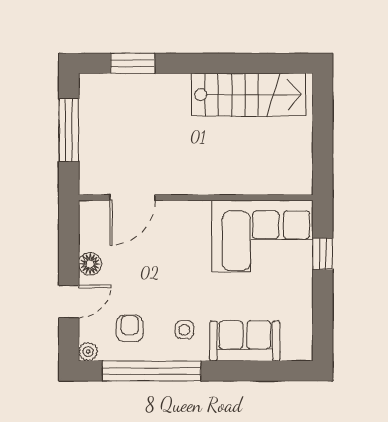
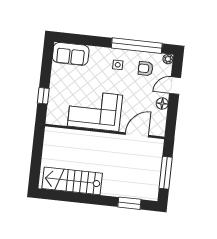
corner sofa: (262, 236) -> (95, 111), moved
armchair: (130, 328) -> (146, 68), turned 90
sofa: (245, 341) -> (71, 54), moved

